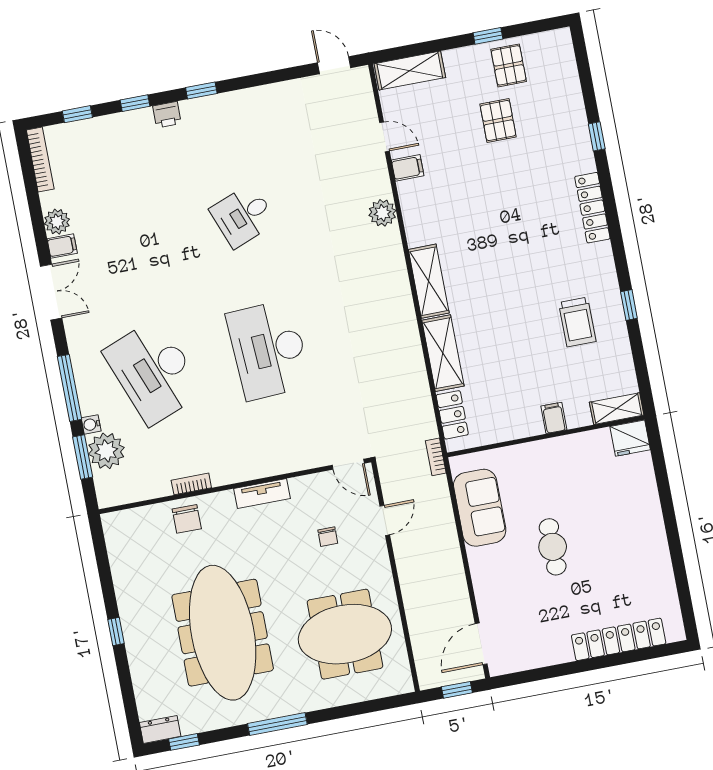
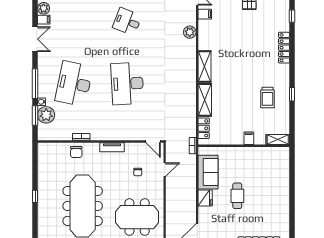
desk: (243, 216) -> (127, 22), turned 42
desk: (154, 372) -> (74, 84), turned 33
fridge: (630, 438) -> (205, 198), moved, turned -90

